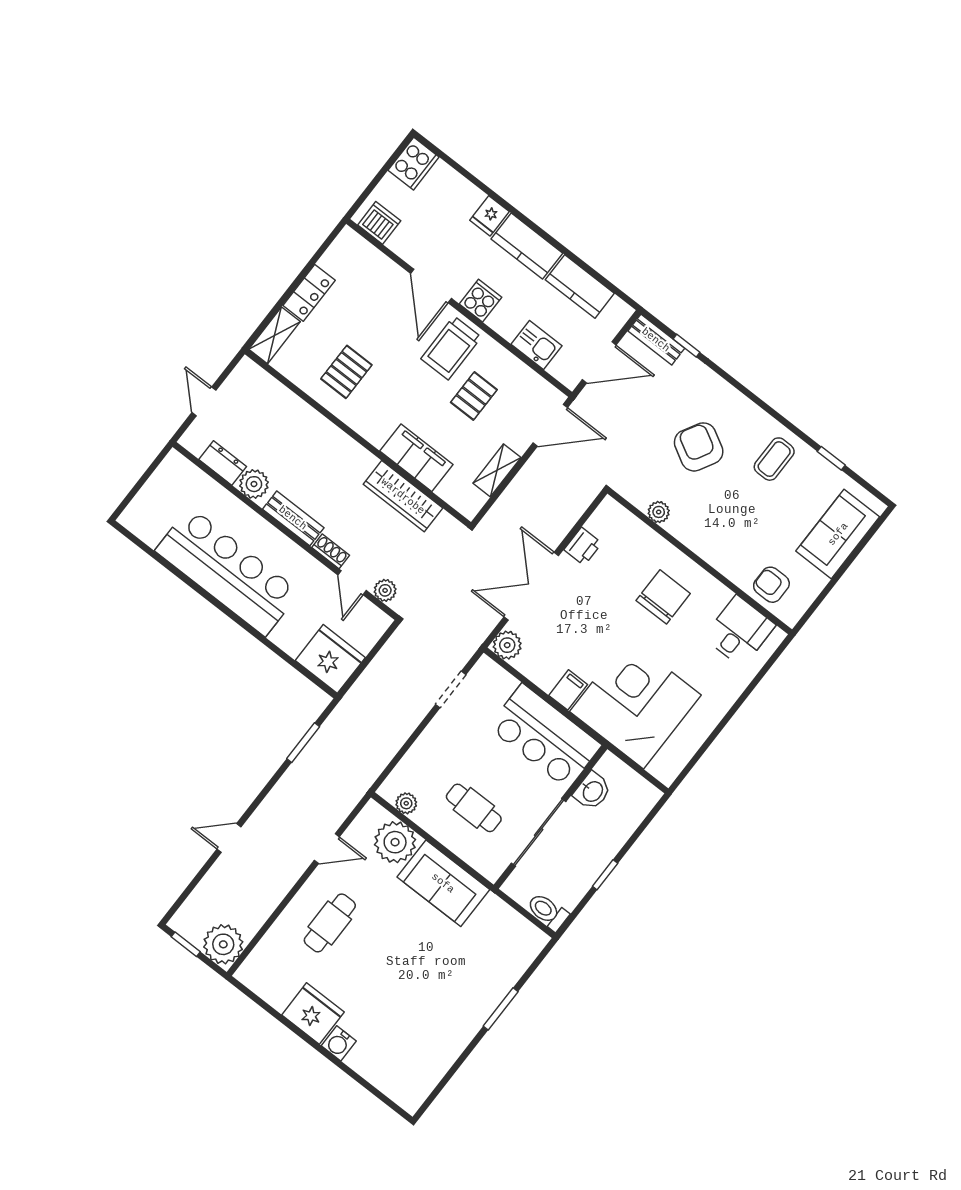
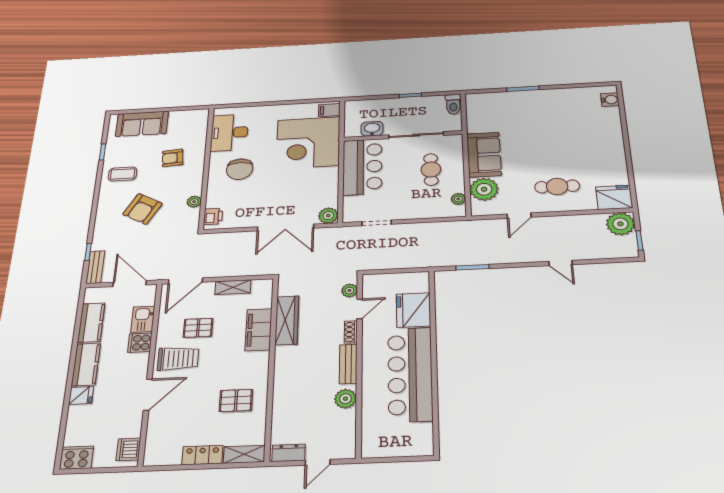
cooker: (480, 301) -> (140, 343), moved
door: (550, 425) -> (185, 281), swing flipped
dresser: (223, 463) -> (289, 453), moved, turned 90
printer: (583, 546) -> (213, 216), moved, turned 90
armchair: (771, 585) -> (173, 158), moved, turned 85
chair: (663, 597) -> (240, 169), turned -90
desk: (739, 631) -> (229, 133), width x1.37
fridge: (330, 659) -> (413, 310), moved
filing cabinet: (568, 690) -> (329, 110), moved
door: (327, 849) -> (519, 216), swing flipped
fridge: (313, 1013) -> (614, 197), moved, turned 90
water cooler: (339, 1043) -> (610, 100), moved

